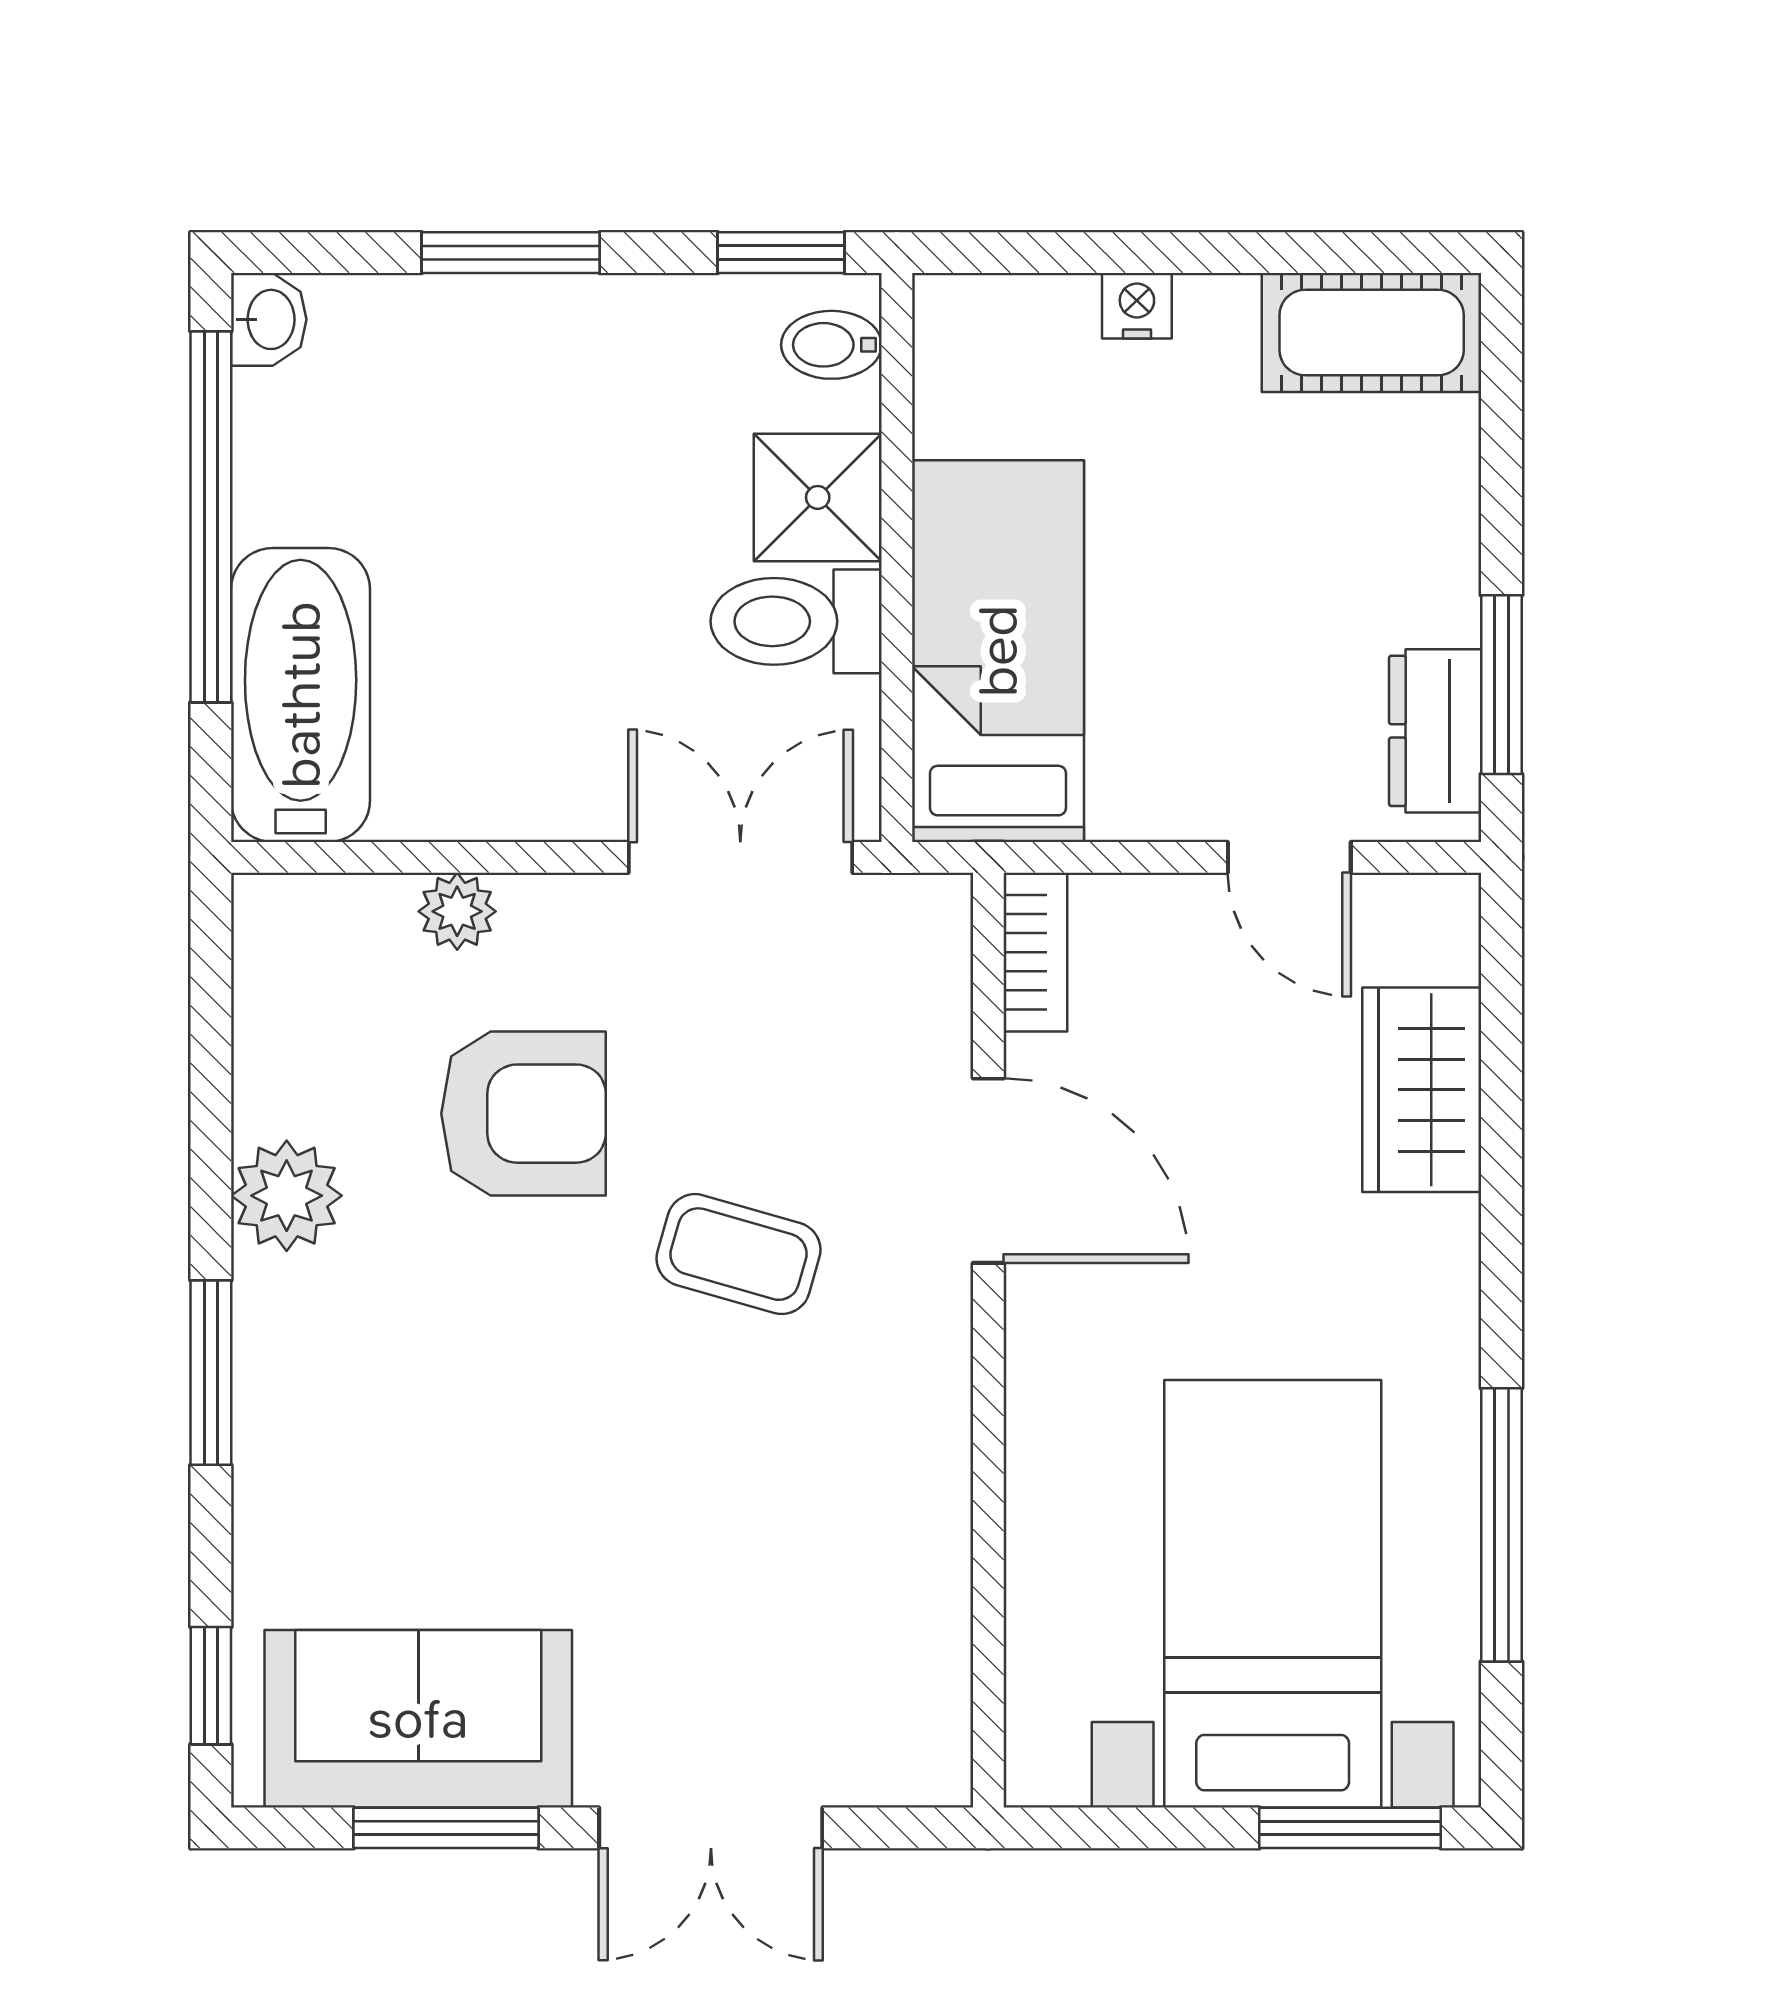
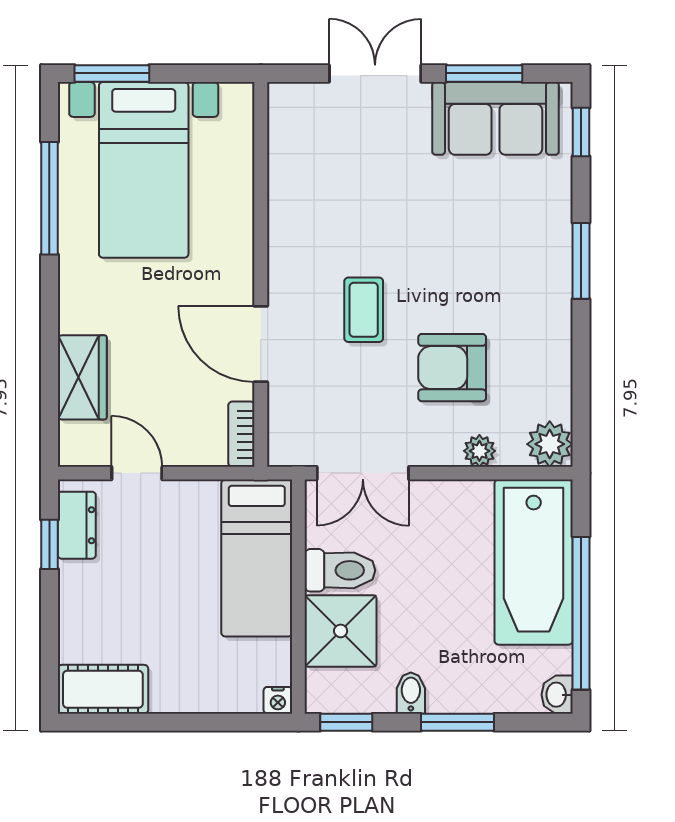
nightstand: (1137, 306) -> (278, 700), moved
bidet: (831, 345) -> (411, 693), moved, turned -90
shower: (818, 497) -> (341, 631), width x1.36, depth x1.36
window: (1501, 685) -> (49, 544), width x0.67
bathtub: (301, 695) -> (534, 562), width x1.36, depth x1.36
plant: (287, 1196) -> (550, 444), moved
coffee table: (738, 1254) -> (364, 310), turned 74

